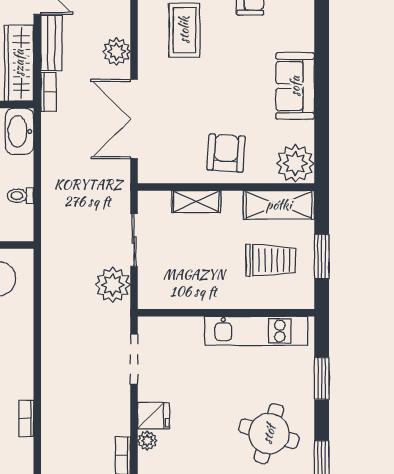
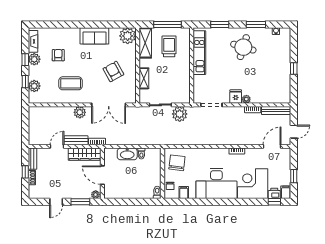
washbasin: (19, 131) -> (127, 154), moved
armchair: (226, 153) -> (113, 71), moved, turned 57
window: (322, 257) -> (167, 25), width x1.44

